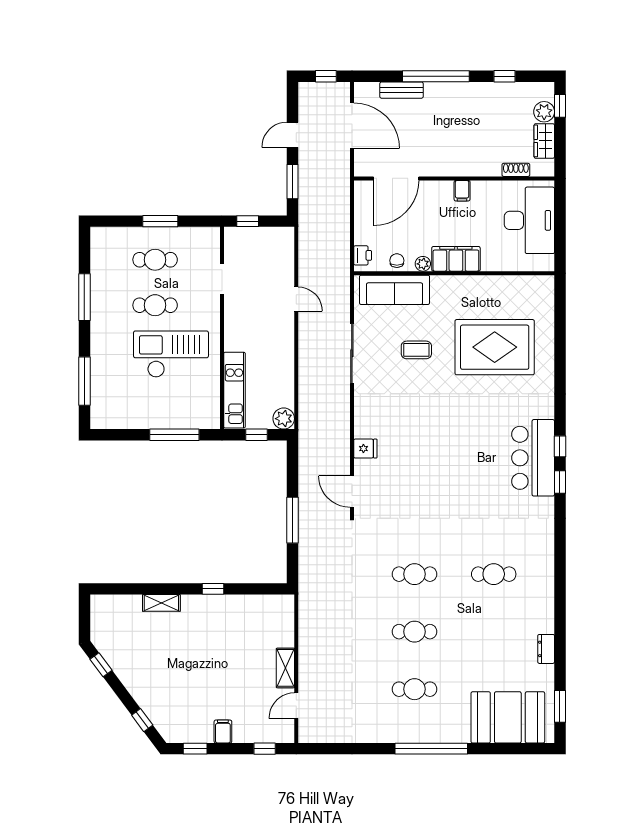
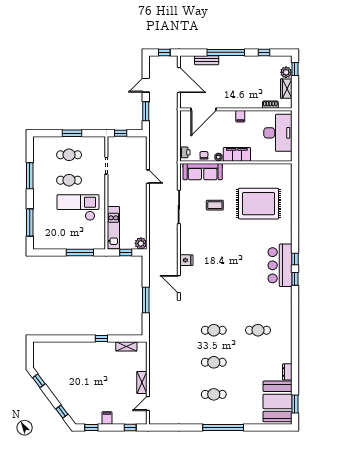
shelving: (161, 603) -> (126, 346), moved
booth: (508, 717) -> (277, 401), moved, turned 90

